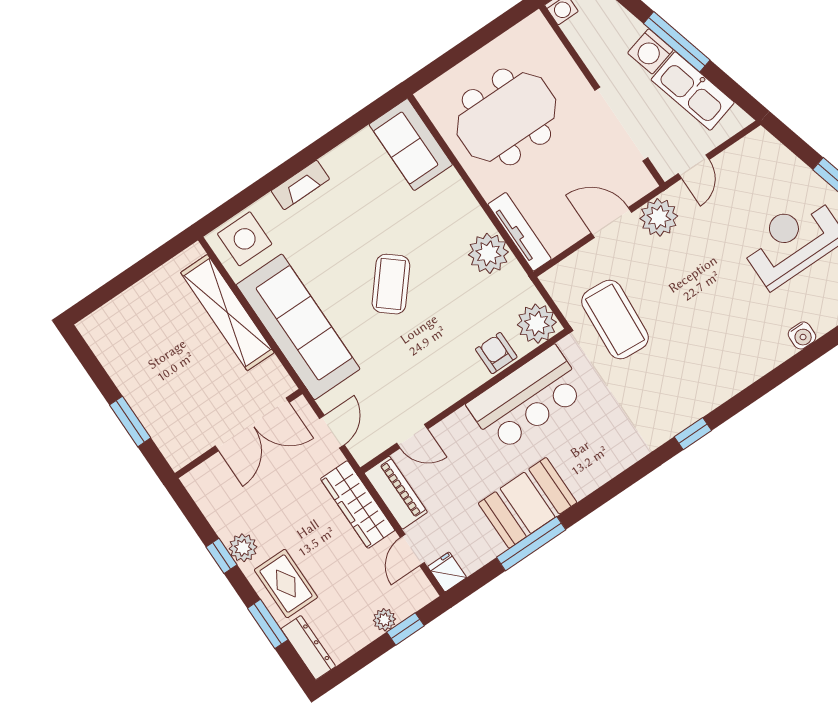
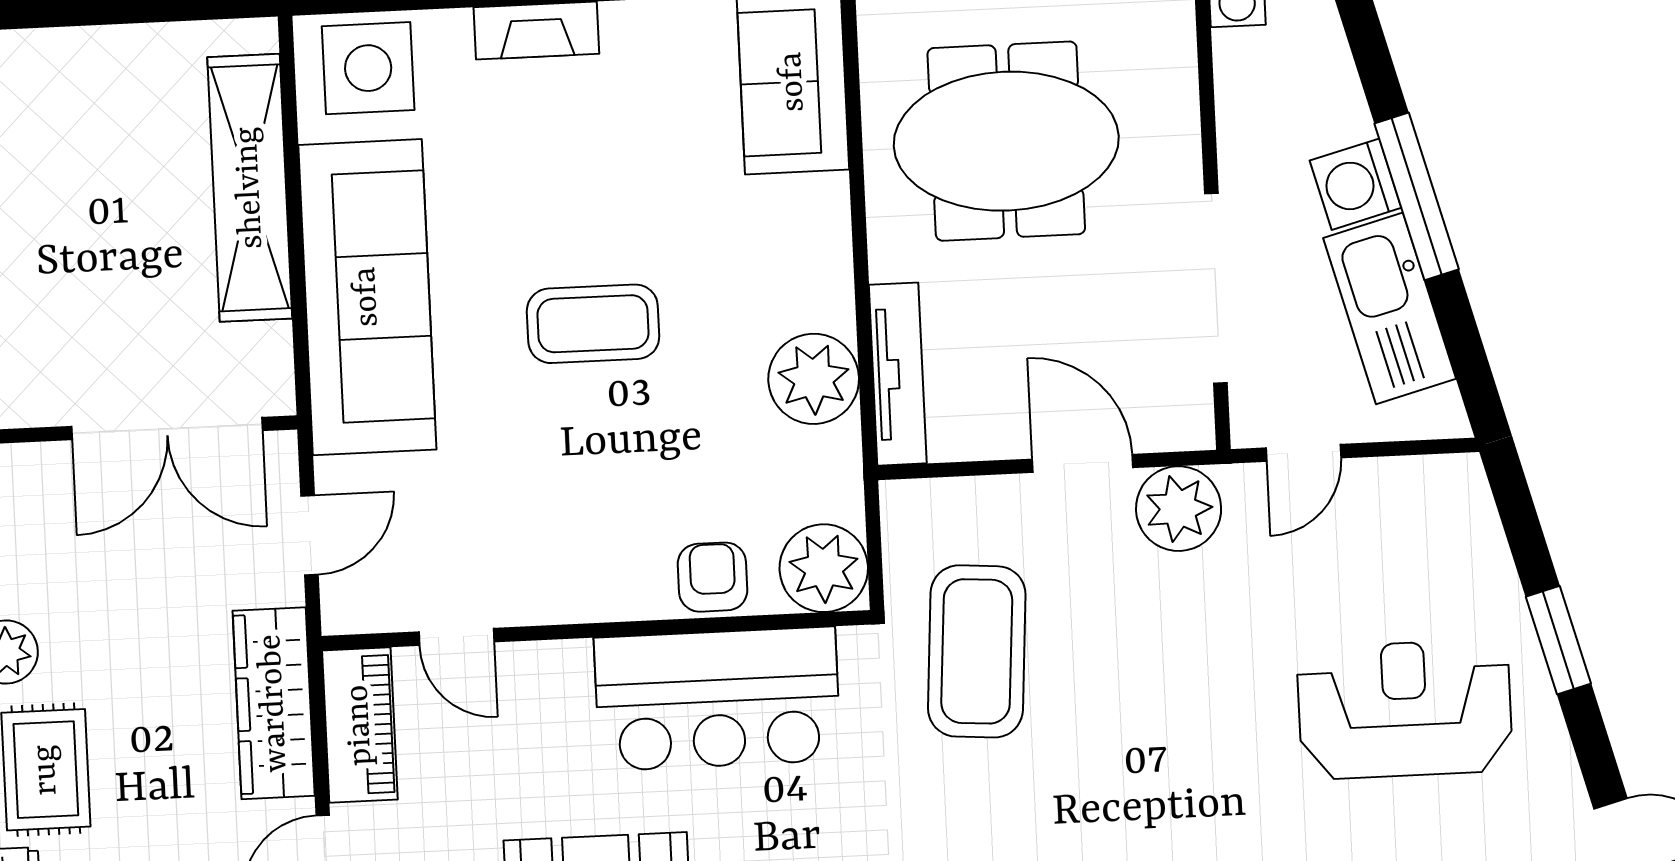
coffee table: (391, 284) -> (593, 324), turned 50

